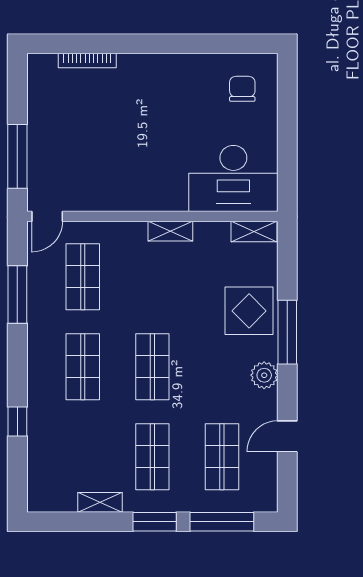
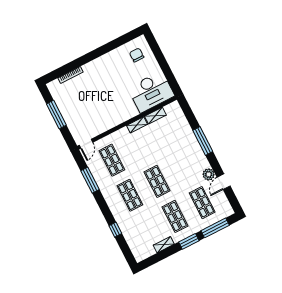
window: (17, 156) -> (56, 114), moved
shelving: (254, 231) -> (155, 116), moved
display table: (249, 311) -> (184, 140), removed
plant: (264, 375) -> (209, 174), moved

